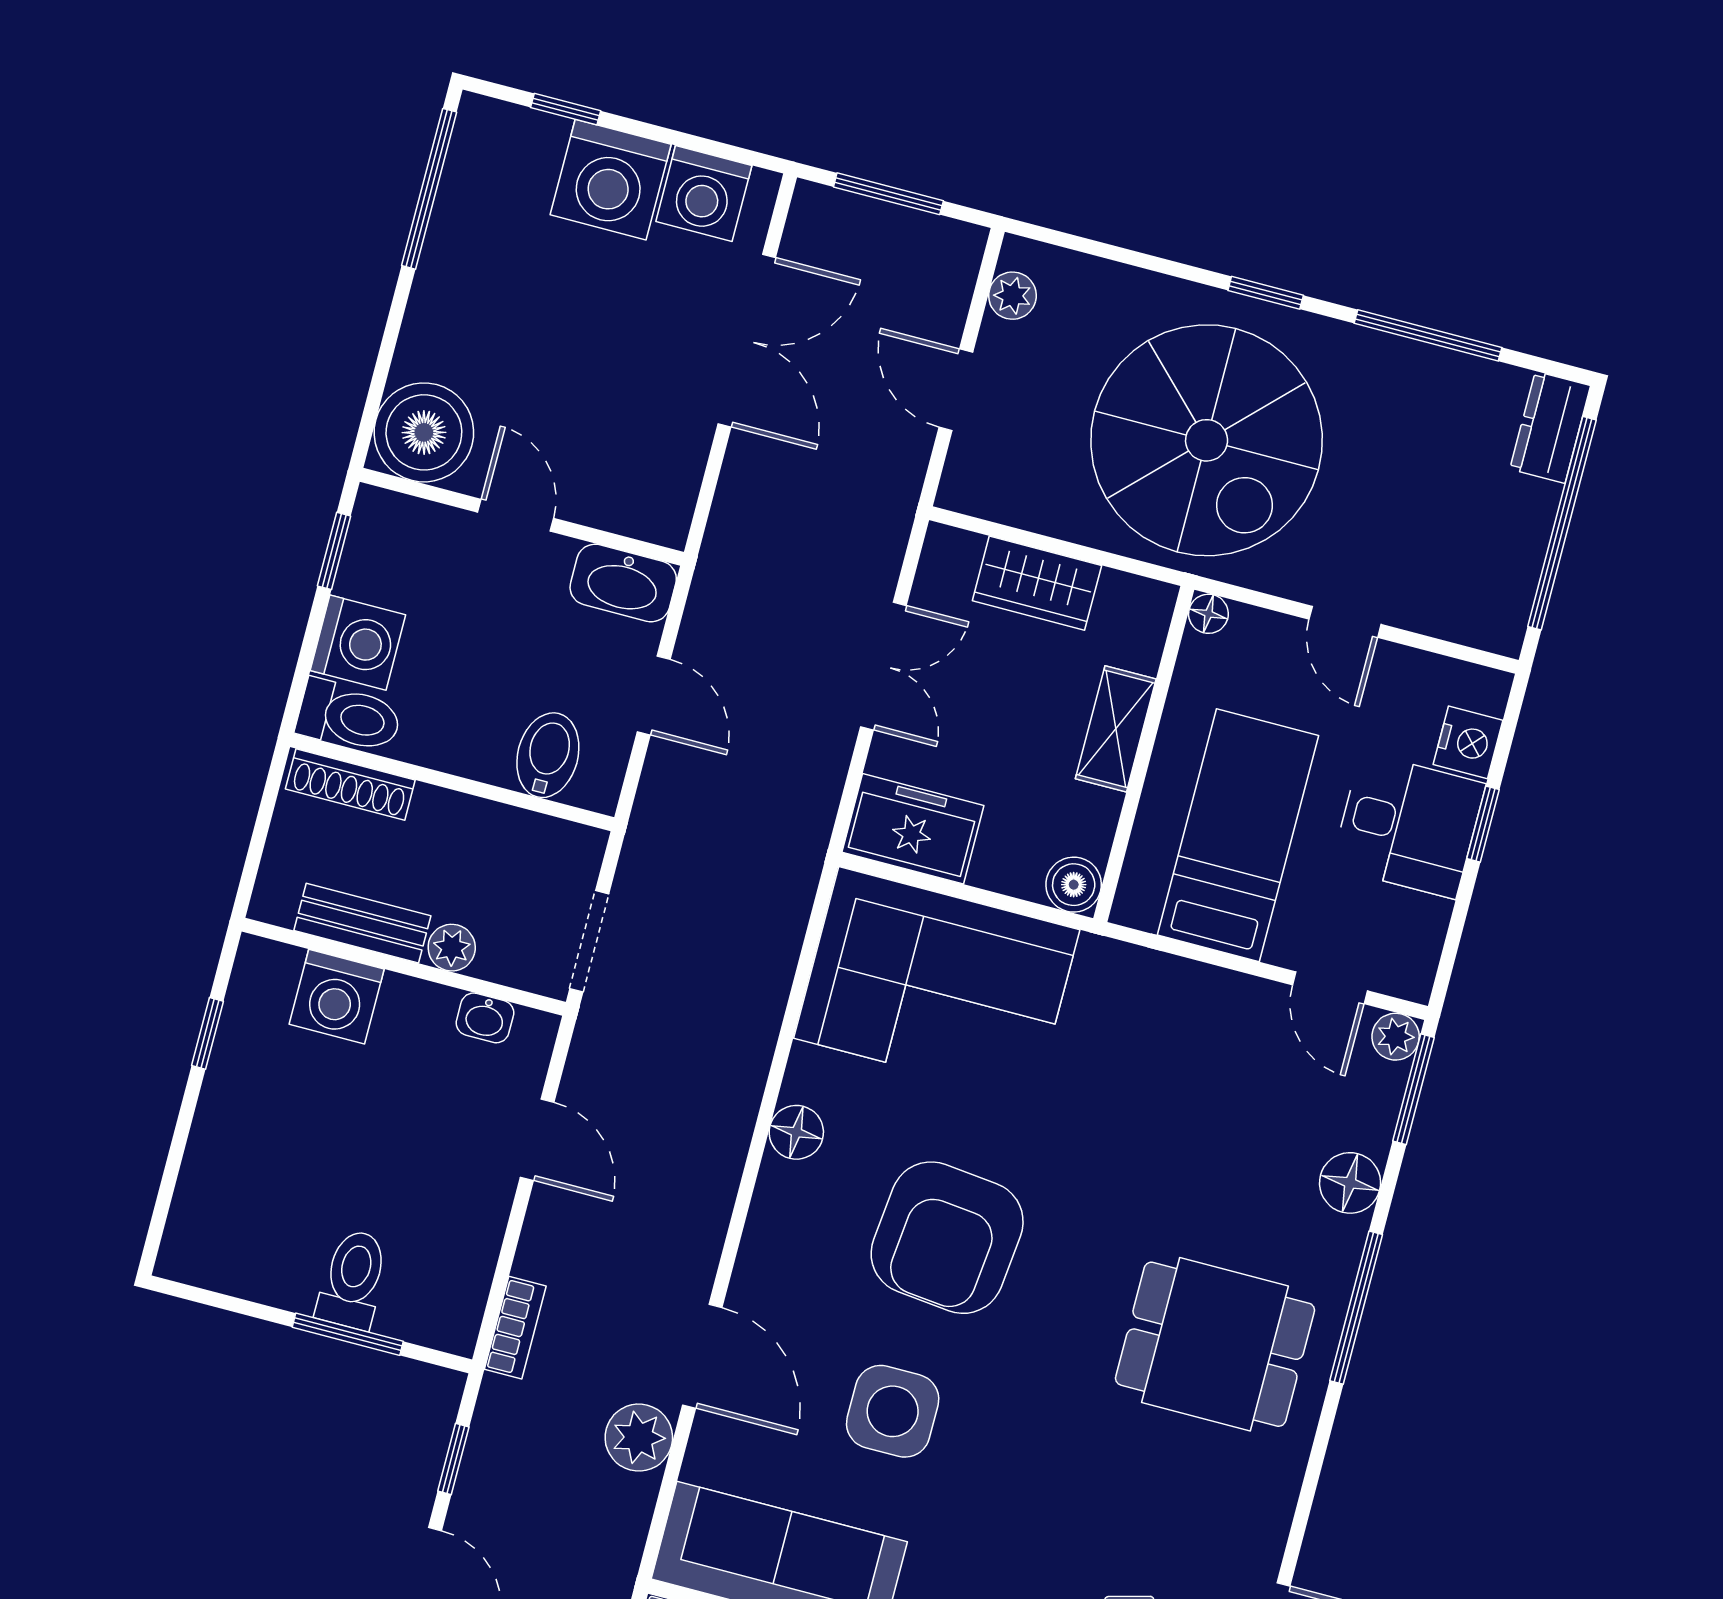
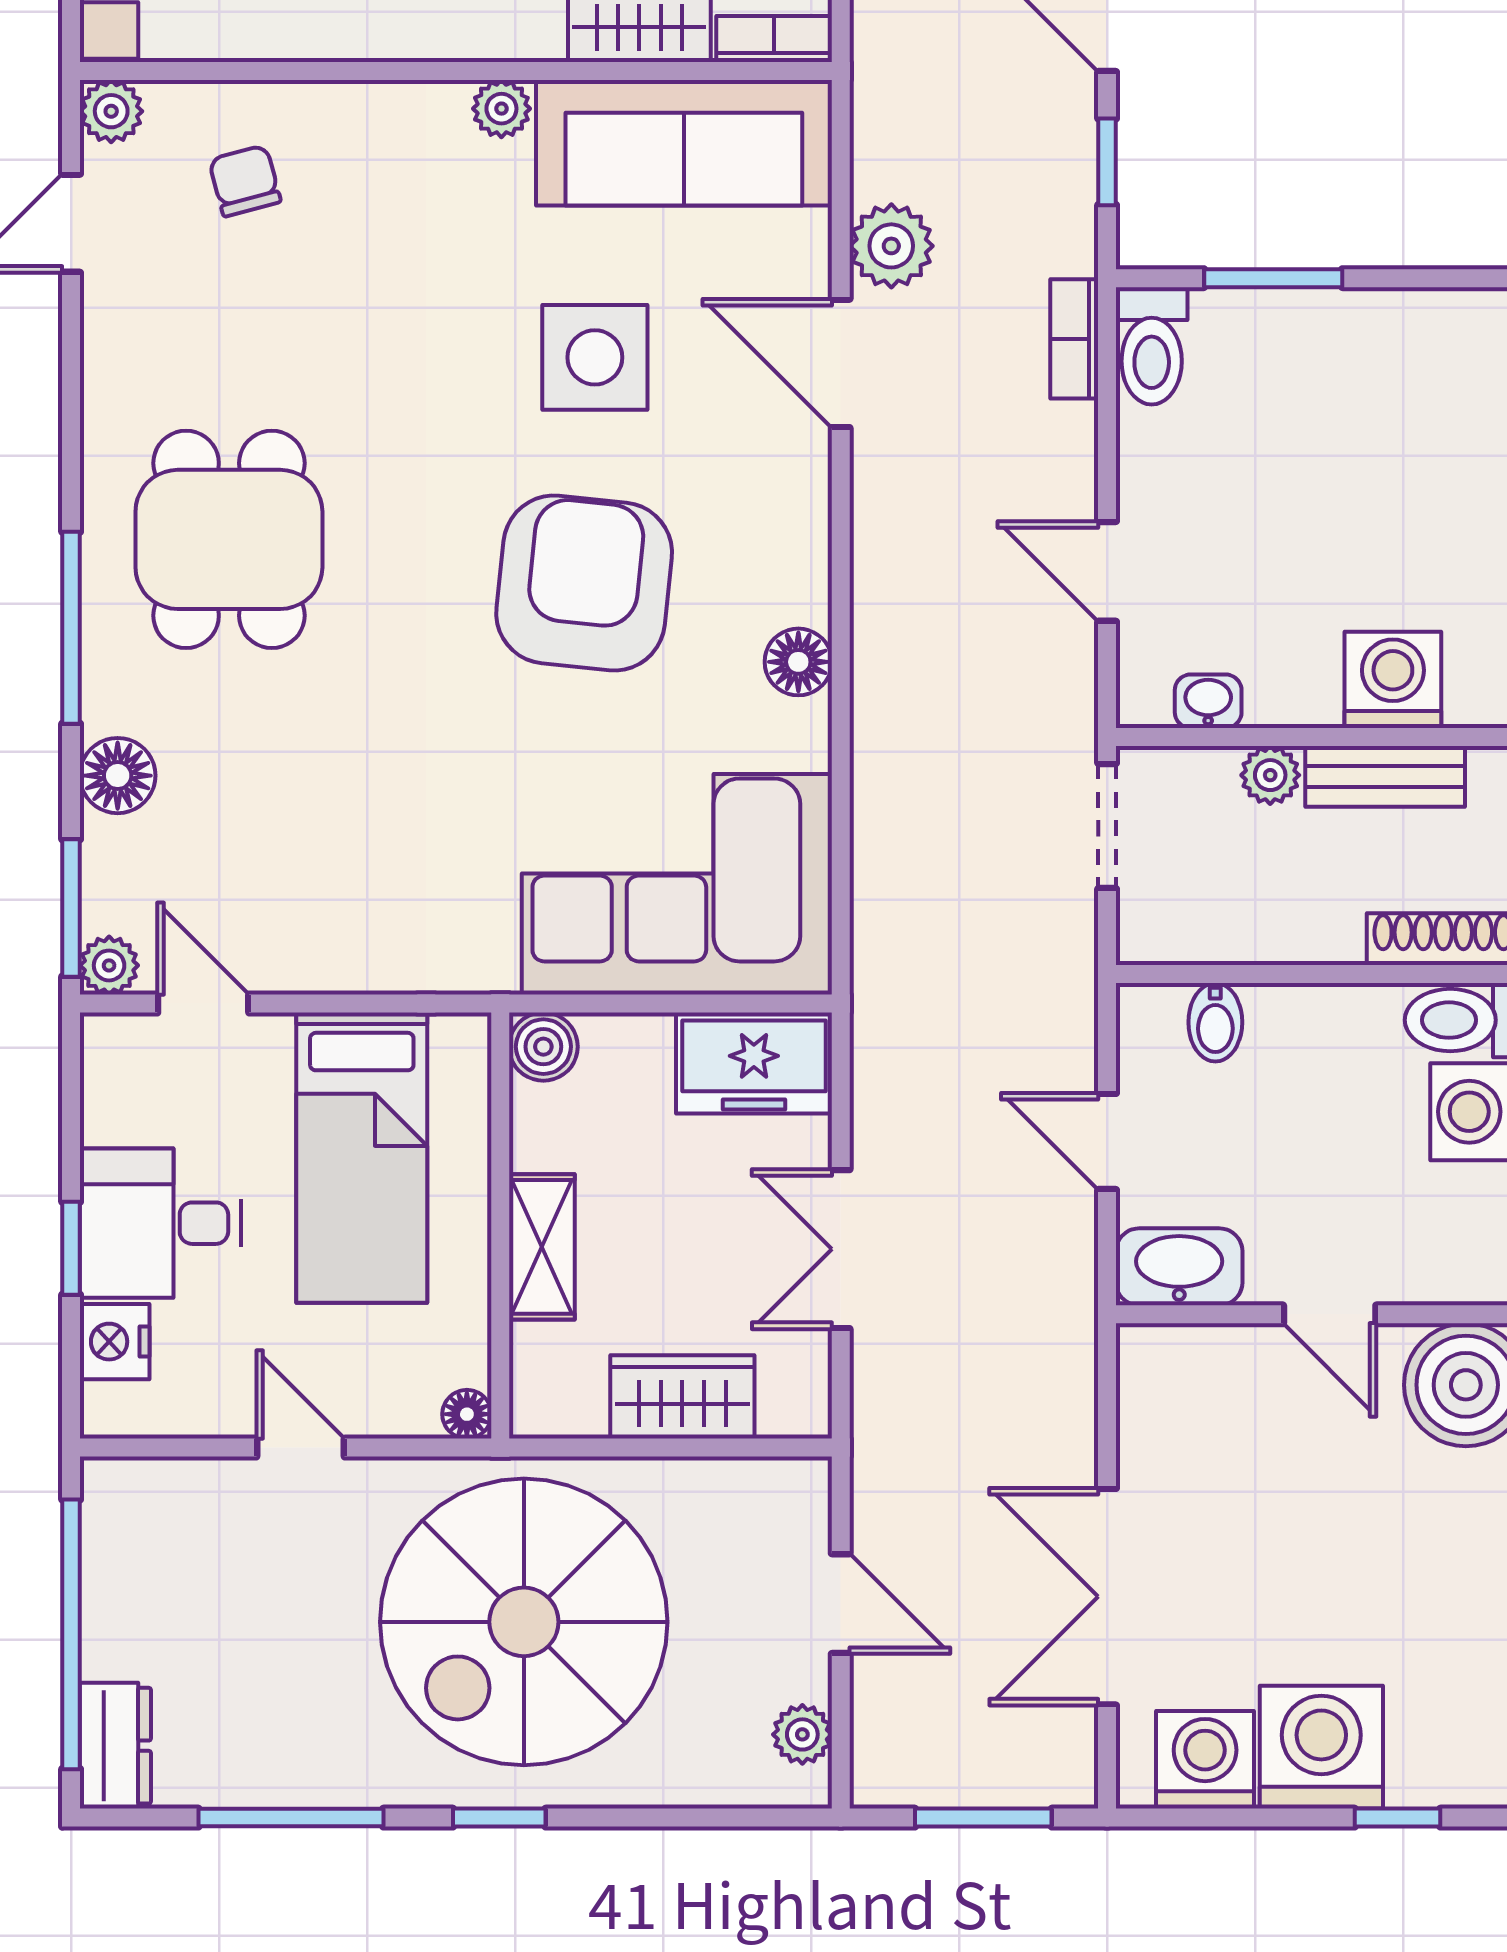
spiral stairs: (1207, 440) -> (524, 1622), turned -90
bidet: (548, 755) -> (1215, 1022), width x0.72, depth x0.74
toilet: (353, 1279) -> (1152, 346), moved
dining table: (1215, 1344) -> (229, 539), turned 90

